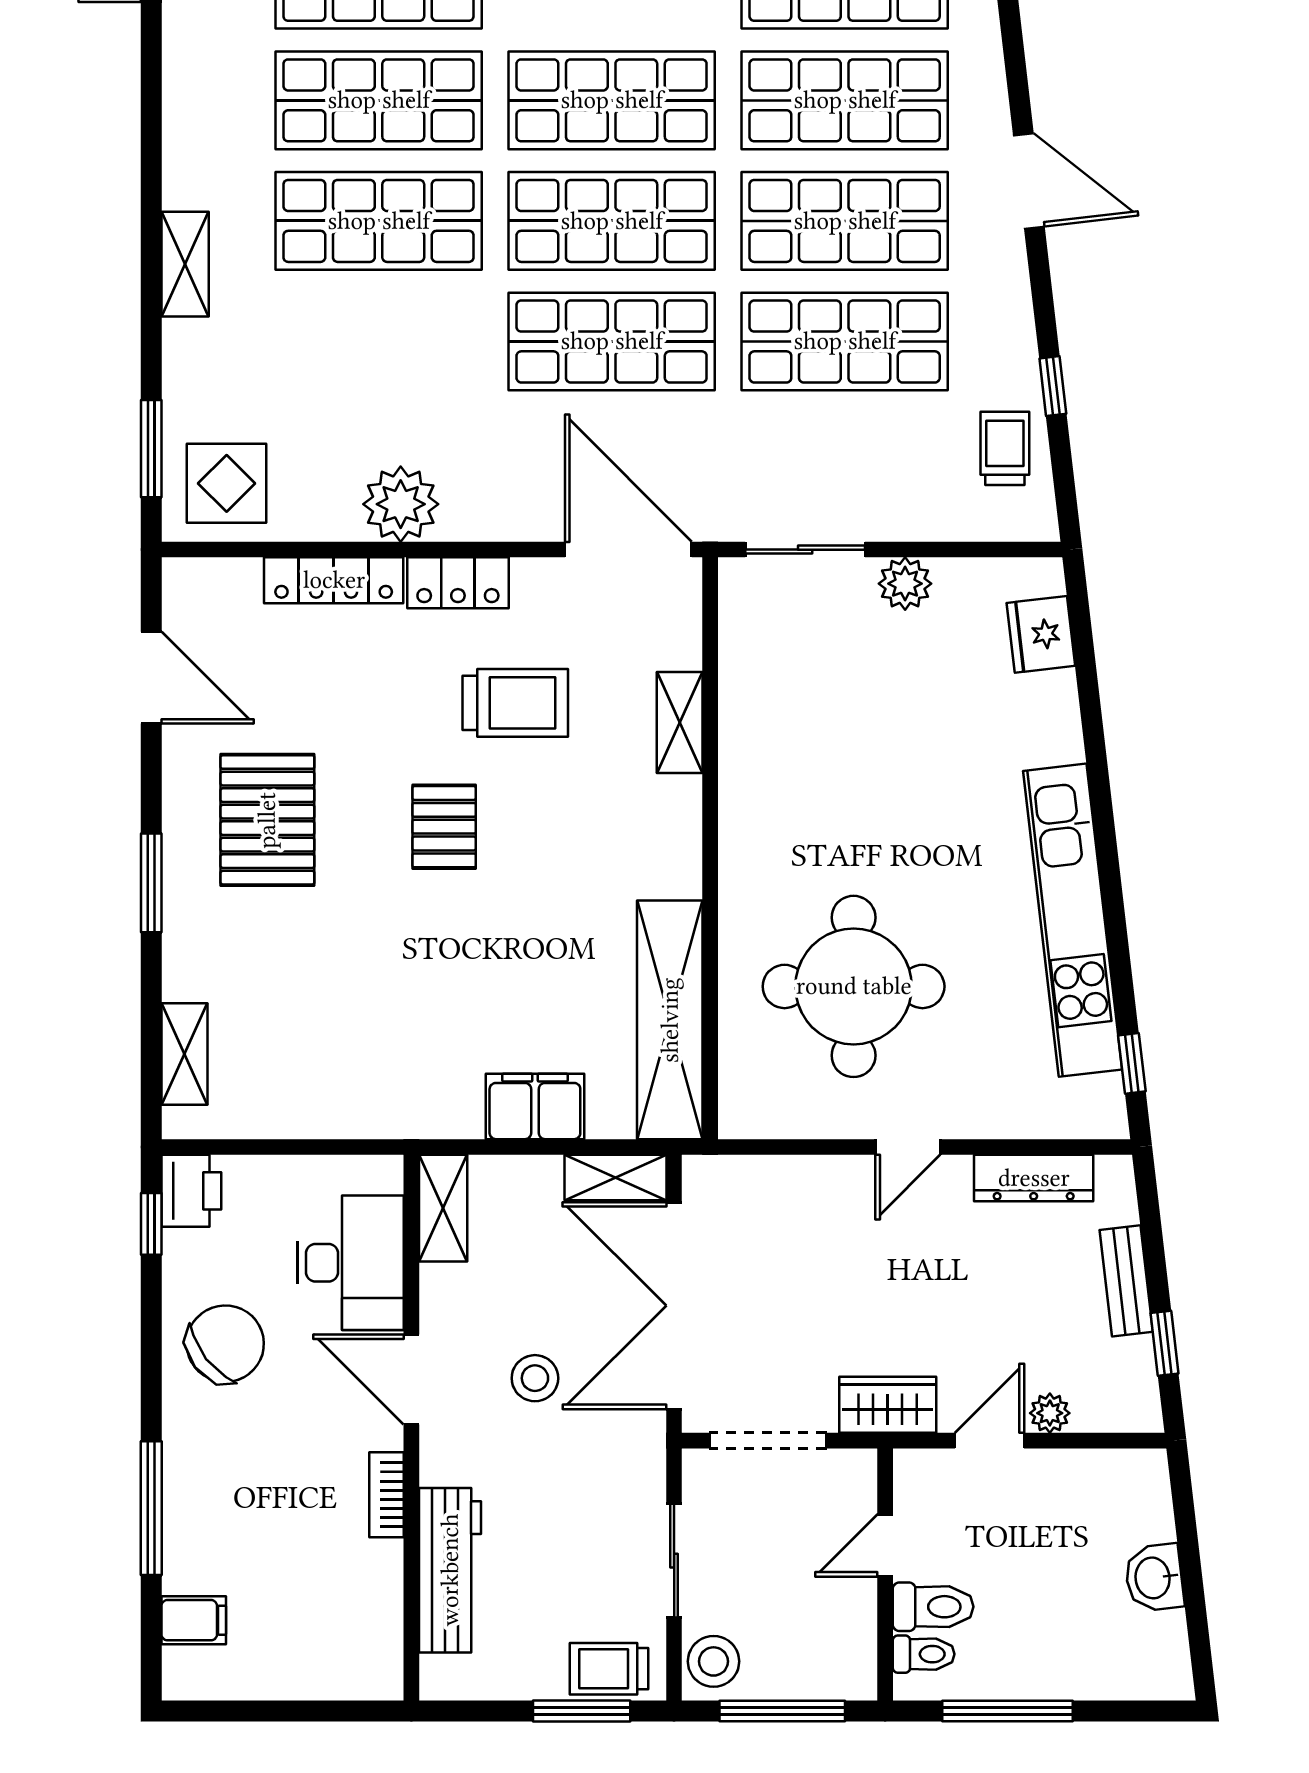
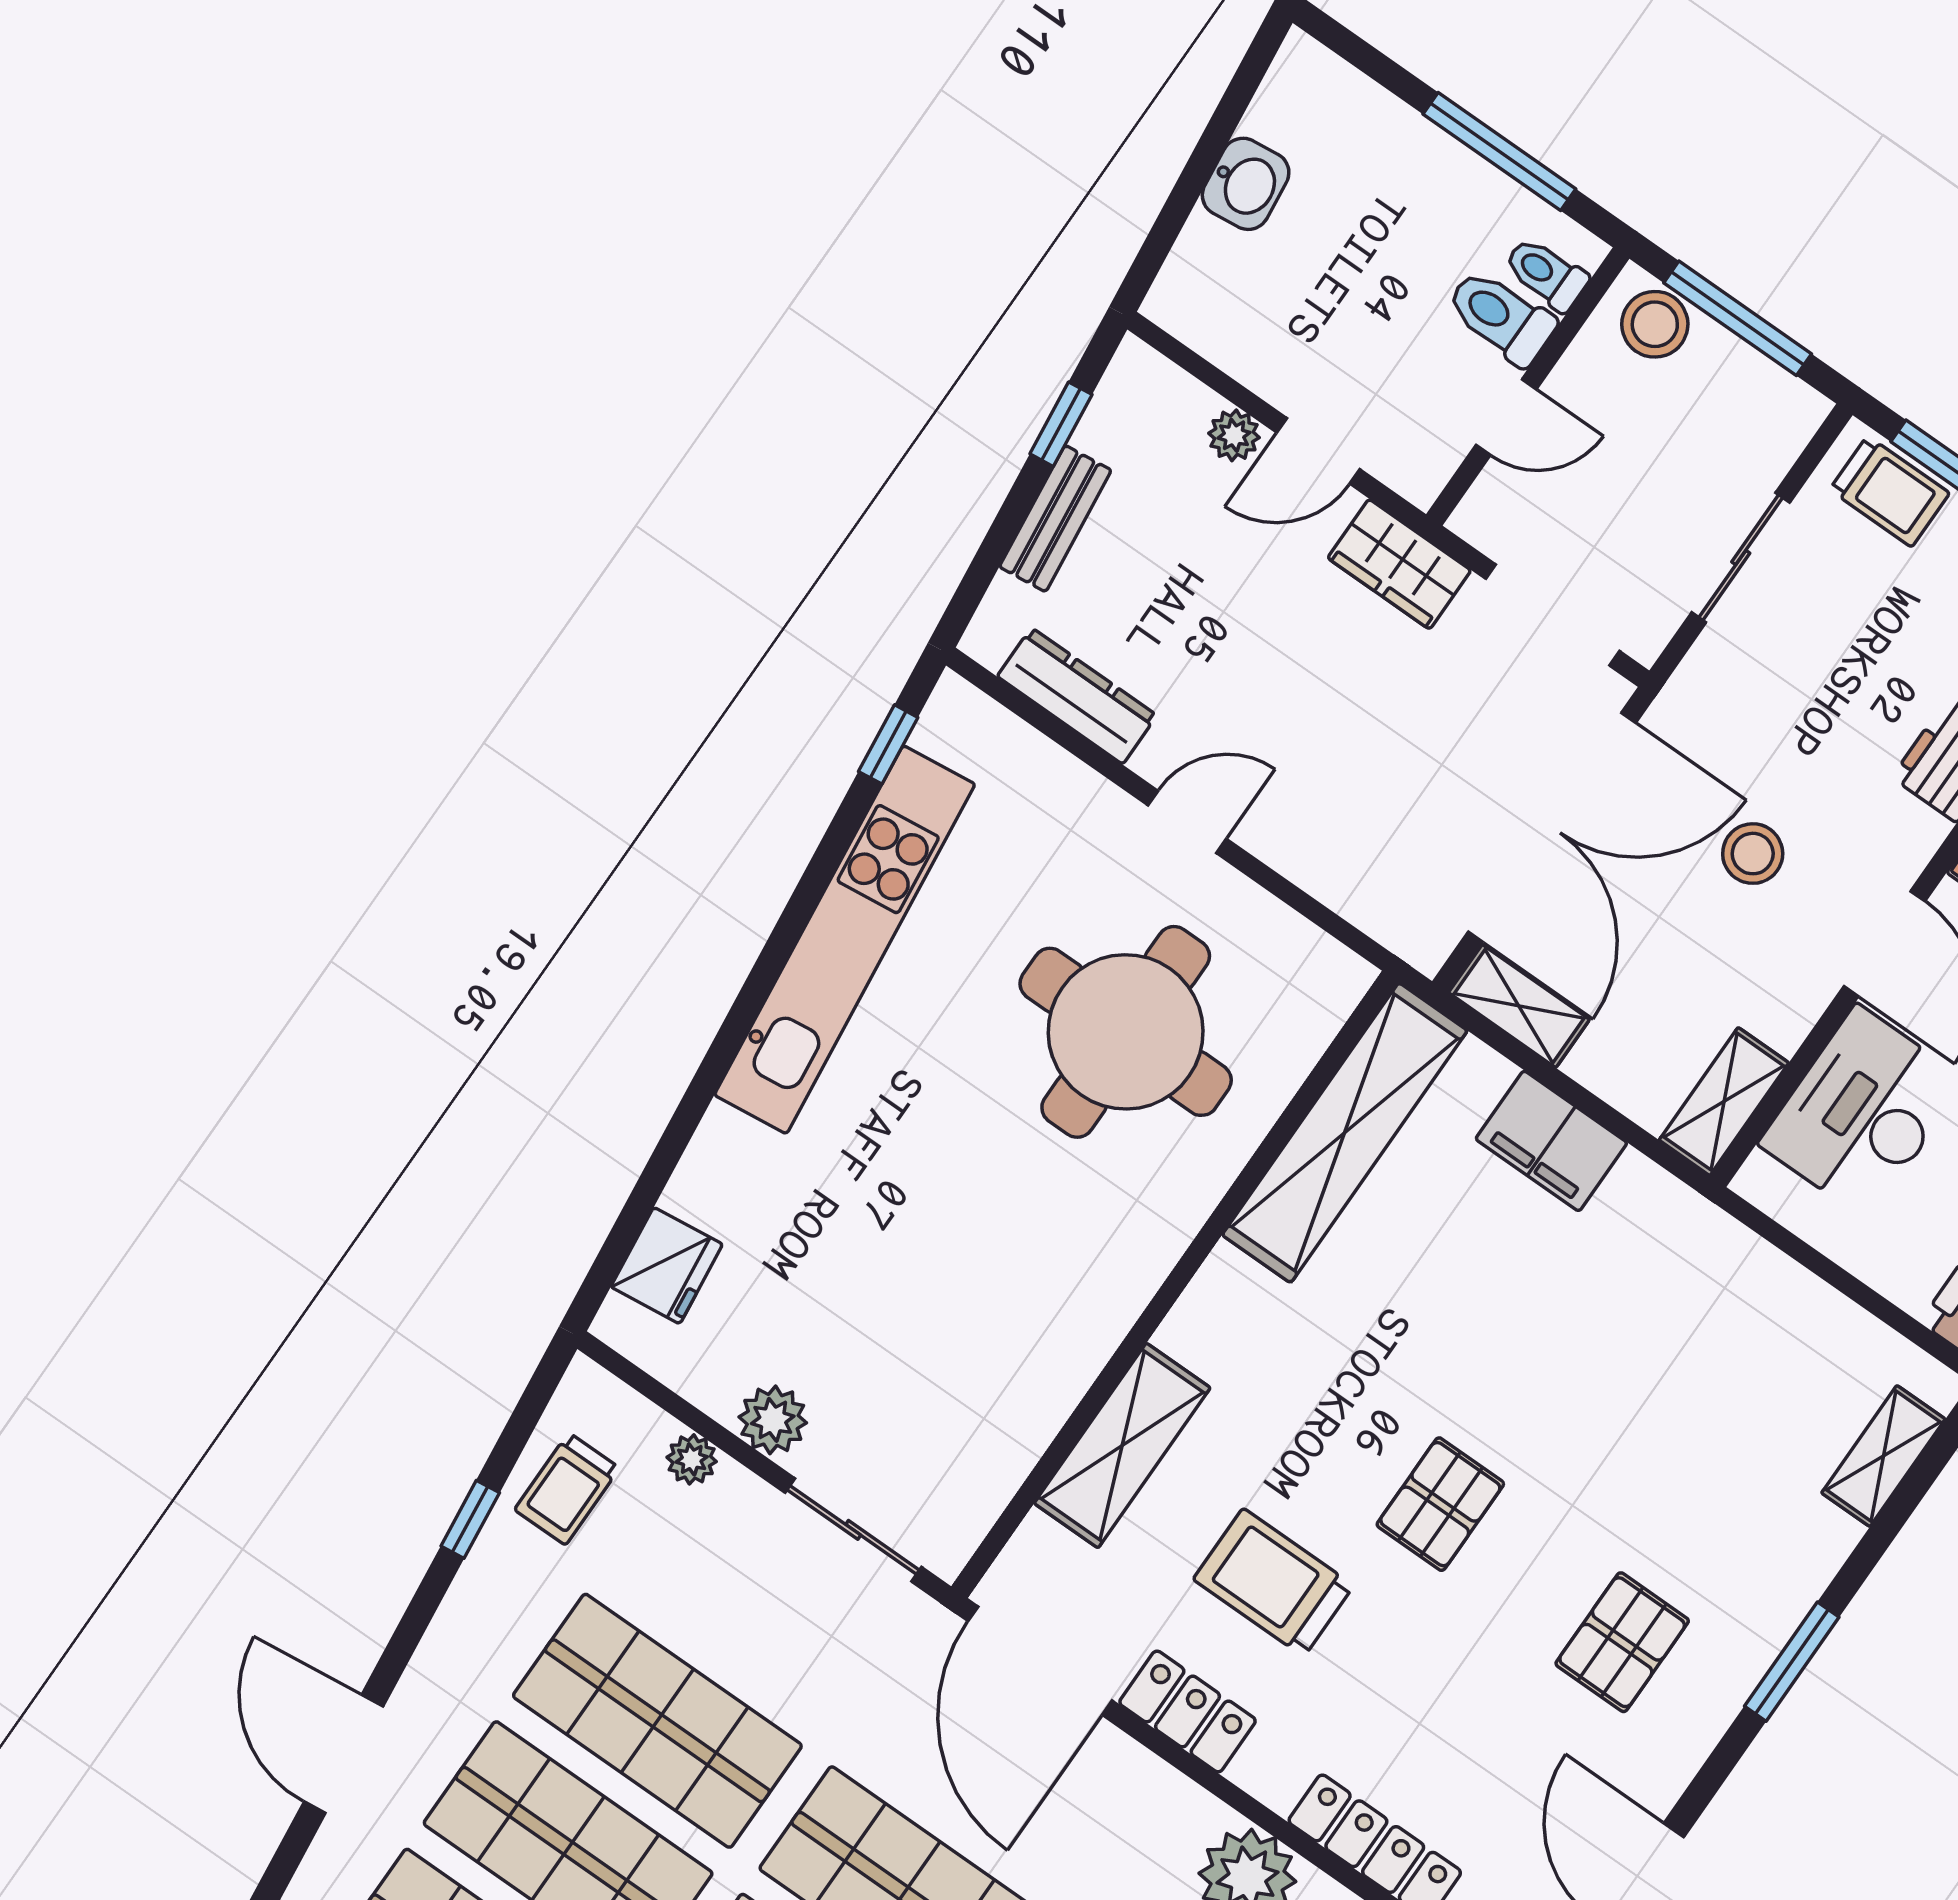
plant: (939, 522) -> (692, 1459), added
locker: (458, 583) -> (1188, 1712), moved
shelving: (680, 723) -> (1122, 1445), width x1.50, depth x1.33
pallet: (267, 820) -> (1622, 1642), width x0.67, depth x0.71
stool: (714, 1661) -> (1655, 324), moved

